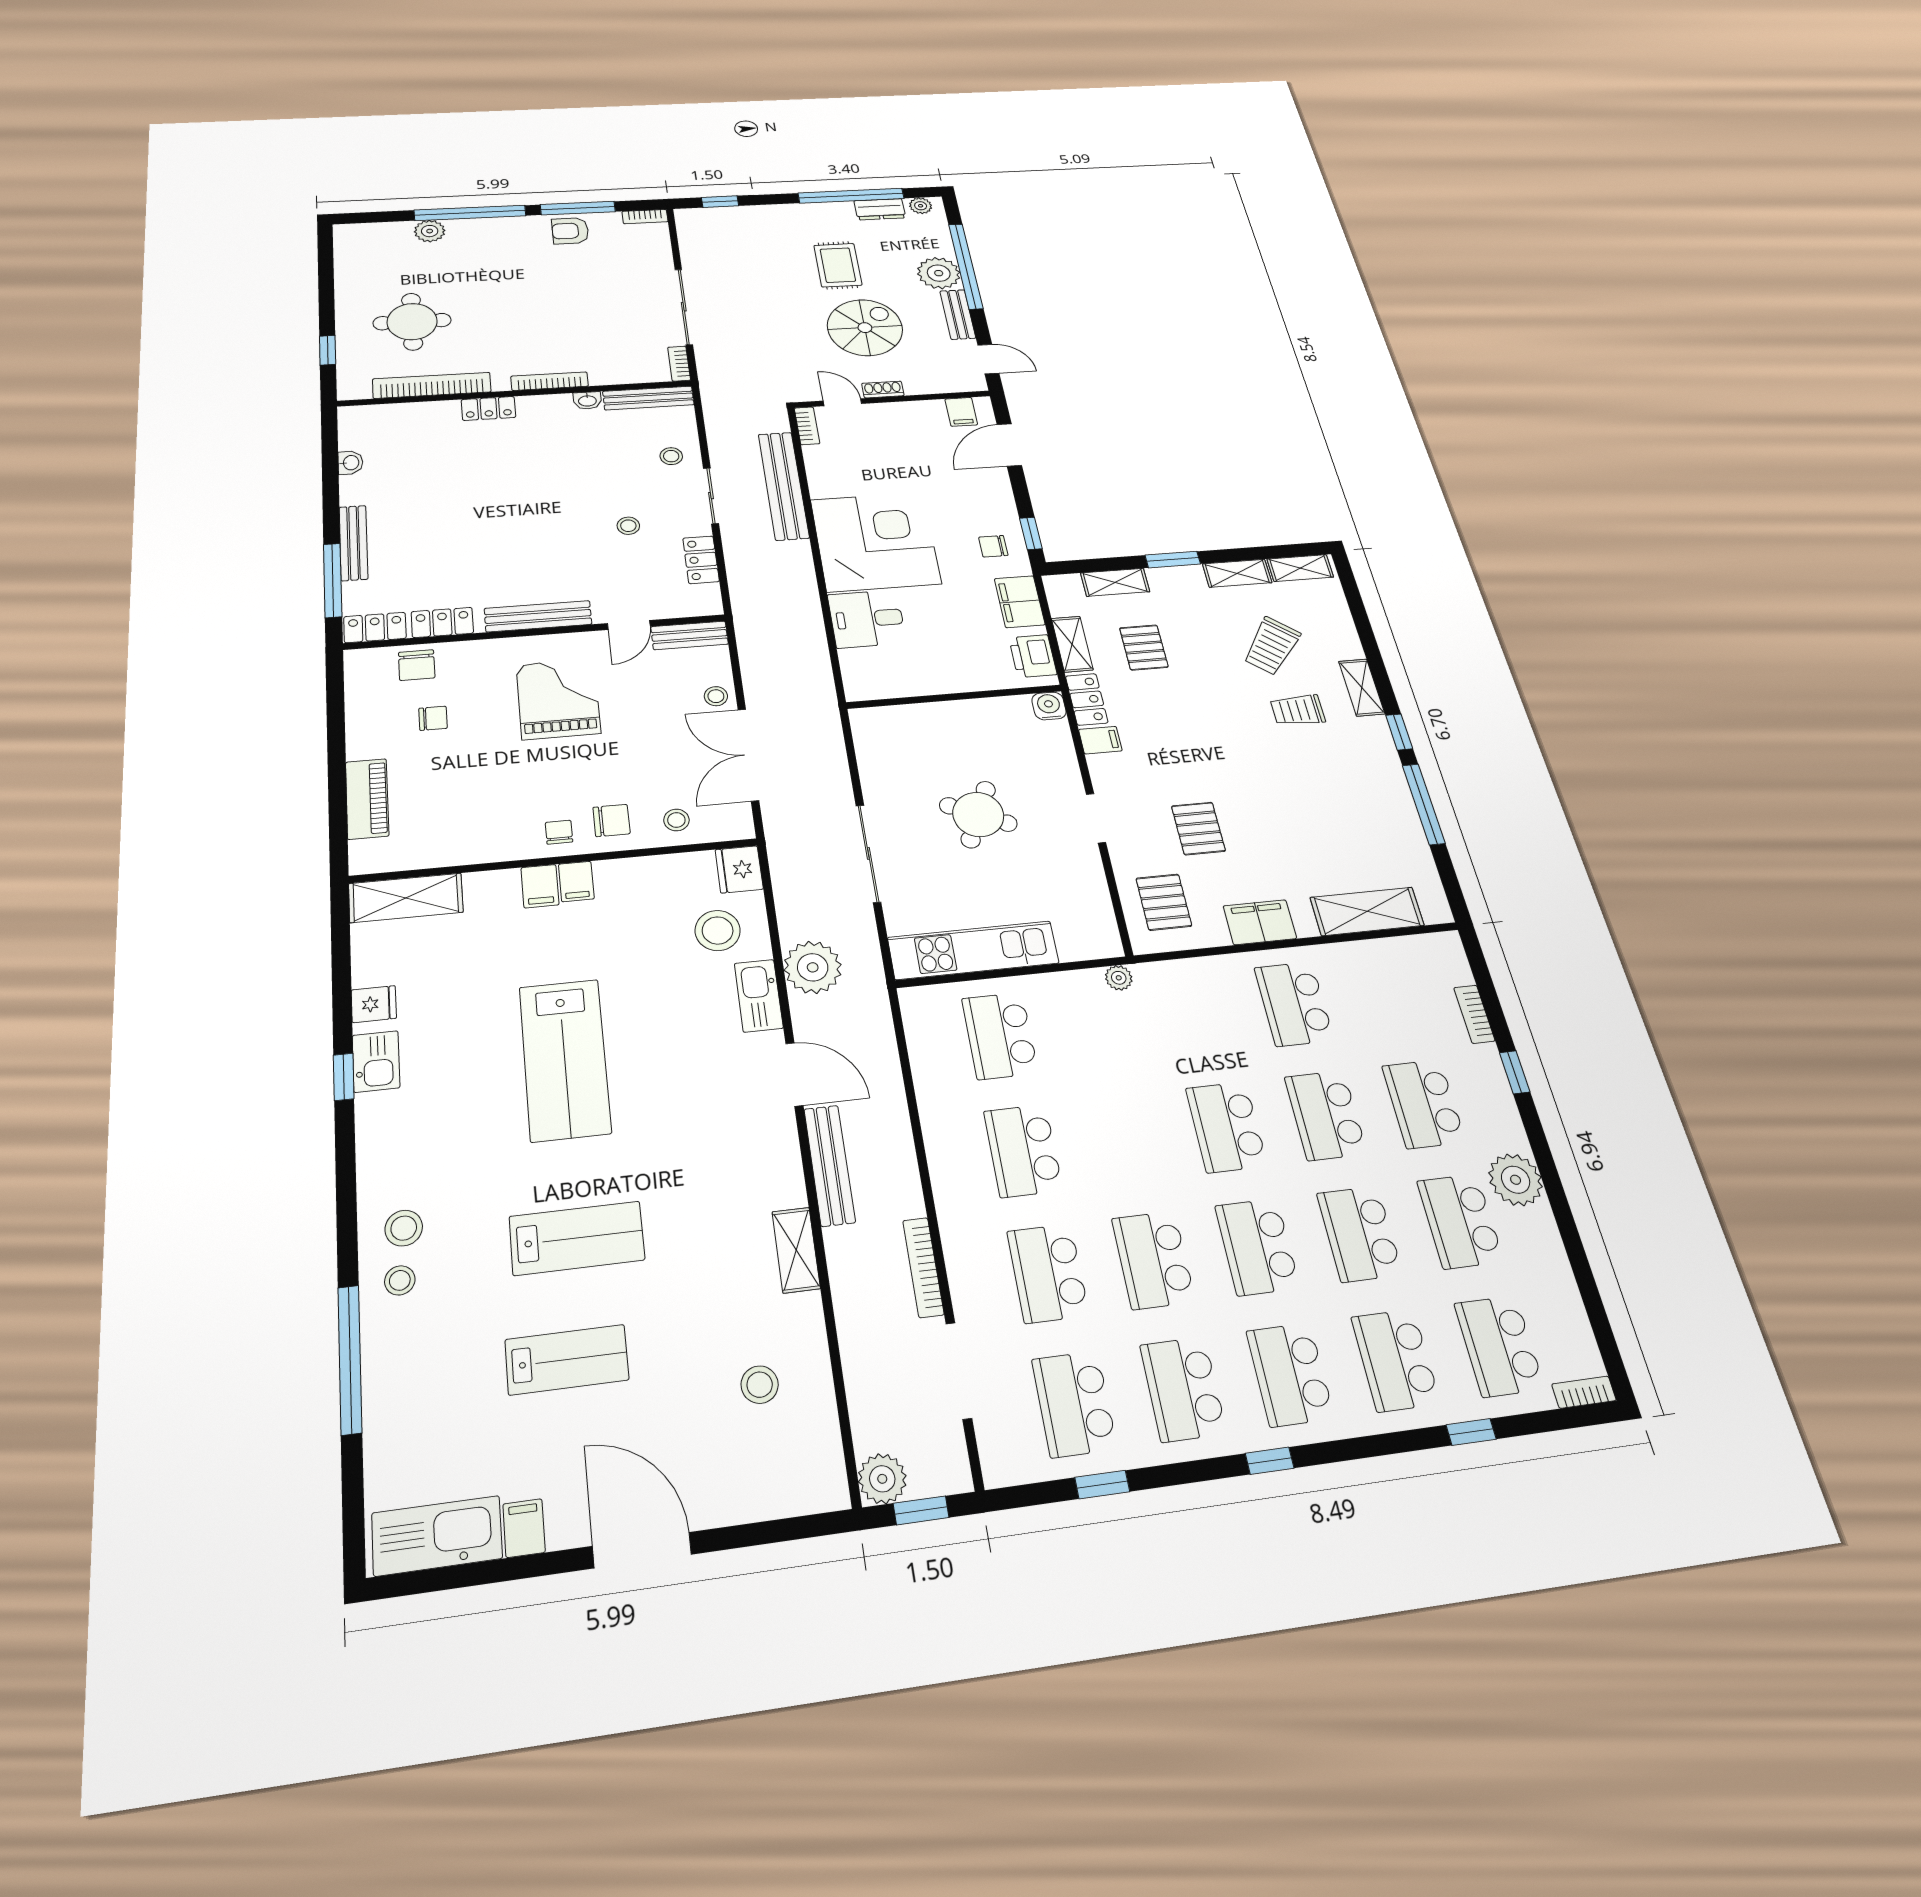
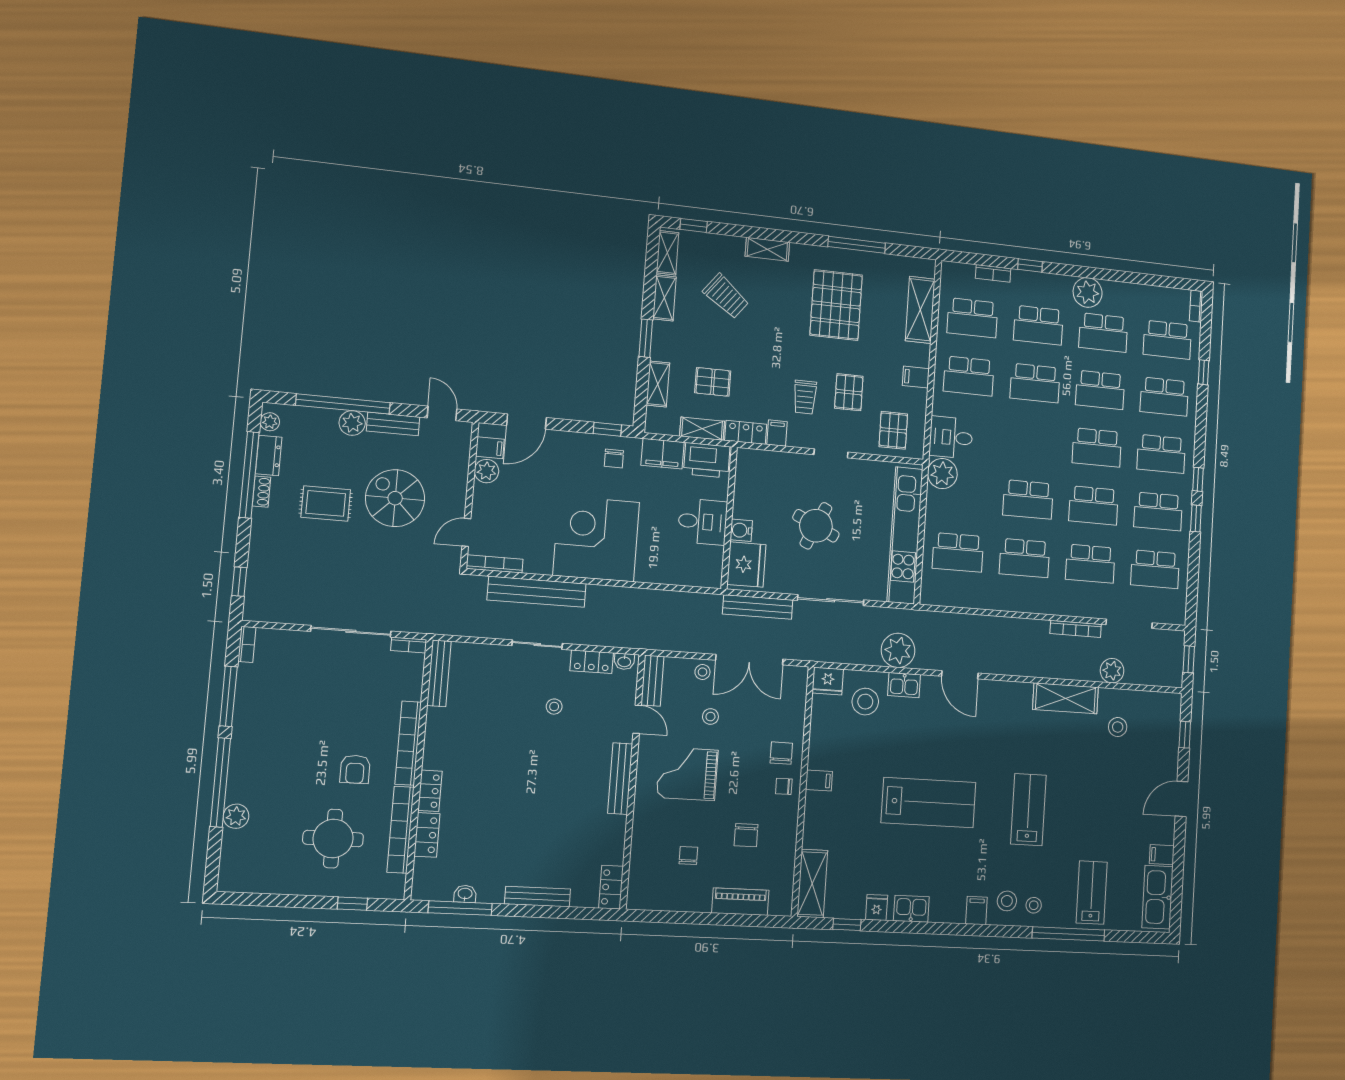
armchair: (570, 231) -> (355, 769), moved
plant: (939, 273) -> (352, 423), width x0.73, depth x0.73
door: (988, 359) -> (442, 413), hinge flipped
bookcase: (550, 381) -> (408, 743), width x1.48, depth x1.31
shoe rack: (883, 389) -> (261, 492), moved, turned 180
washbasin: (587, 400) -> (624, 661), moved, turned 90
plant: (929, 412) -> (486, 471), added
bookcase: (807, 426) -> (495, 564), width x1.56
door: (1009, 445) -> (526, 421), hinge flipped
stool: (671, 456) -> (497, 666), removed
window: (333, 580) -> (460, 908), moved
desk: (867, 619) -> (703, 522), moved, turned -90
locker: (442, 622) -> (427, 835), moved, turned 180
printer: (1033, 656) -> (707, 460), width x1.37, depth x1.19
chair: (417, 665) -> (746, 835), moved, turned 90
water cooler: (1049, 706) -> (741, 530), moved
trolley: (1298, 710) -> (805, 397), moved
fridge: (892, 729) -> (746, 564), added
window: (1399, 732) -> (694, 225), moved
pallet: (1322, 790) -> (836, 305), added
stool: (676, 820) -> (710, 717), moved
pallet: (1198, 828) -> (849, 392), turned 90
filing cabinet: (540, 886) -> (977, 911), moved, turned -90
pallet: (1164, 902) -> (893, 430), turned 90
filing cabinet: (1260, 922) -> (916, 377), width x0.50
kitchen unit: (973, 950) -> (905, 535), width x1.36
plant: (1119, 978) -> (942, 474), width x1.88, depth x1.88
desk: (1185, 992) -> (951, 437), added
school desk: (1389, 994) -> (972, 318), added
kitchen sink: (759, 996) -> (904, 685), width x0.73
door: (794, 1074) -> (960, 675), swing flipped
window: (344, 1077) -> (847, 924), moved
school desk: (1226, 1127) -> (1028, 499), moved
bench: (829, 1165) -> (758, 607), moved
shelving: (796, 1250) -> (1066, 698), width x1.50, depth x1.33
lab bench: (567, 1360) -> (1092, 893), moved
plant: (882, 1479) -> (1112, 671), moved
window: (1102, 1485) -> (1196, 518), moved
window: (771, 1532) -> (1185, 735), added
door: (642, 1550) -> (1182, 799), width x0.73

